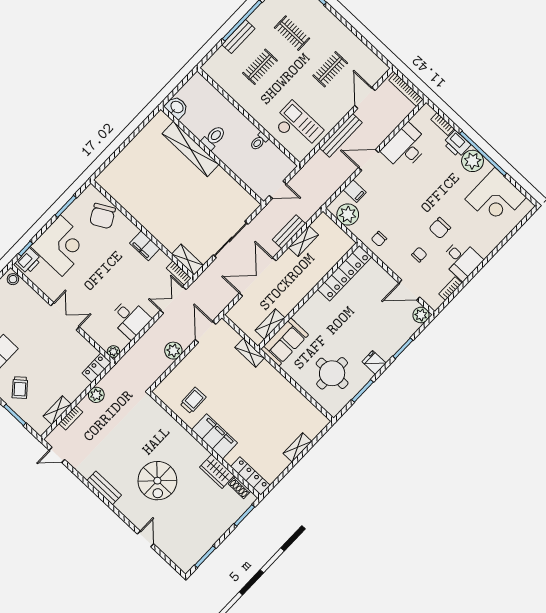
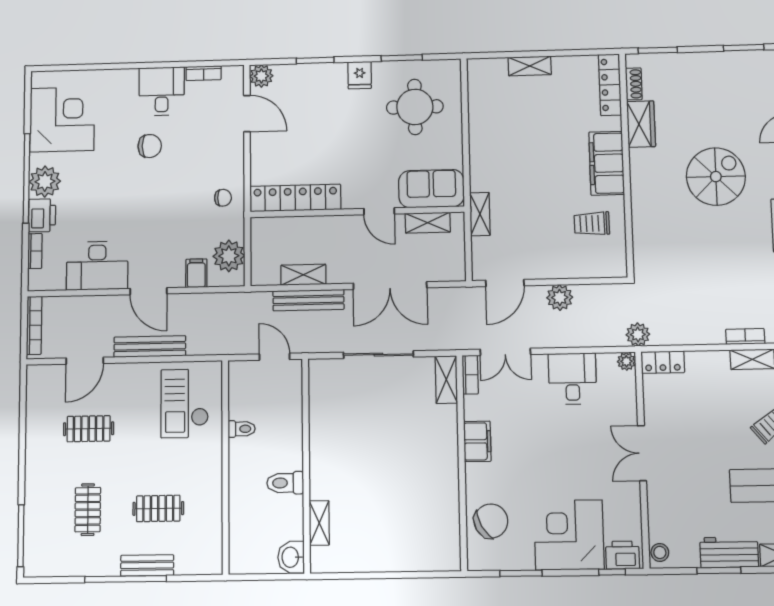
shelving: (190, 149) -> (319, 523), width x0.45, depth x0.75
bench: (289, 232) -> (308, 300), width x1.36
chair: (419, 255) -> (199, 140), removed
door: (298, 307) -> (379, 211), added
plant: (96, 395) -> (638, 335), moved

